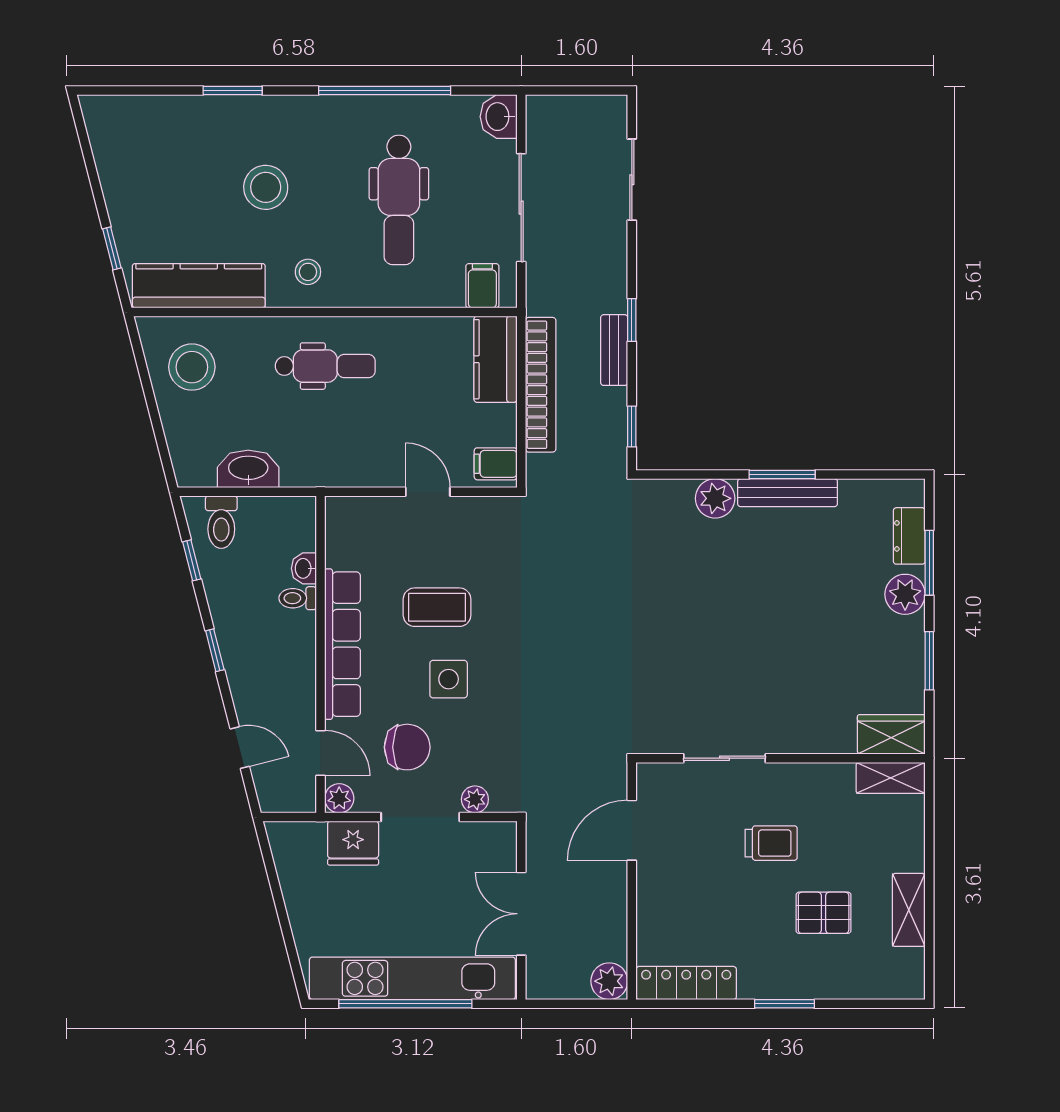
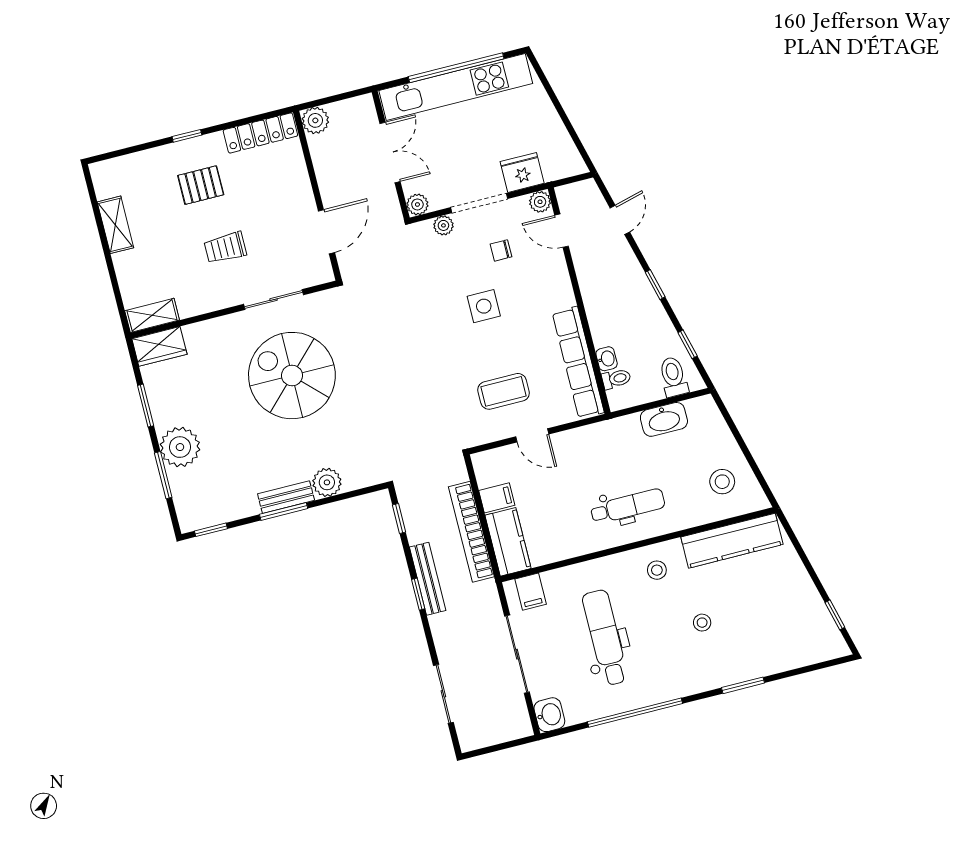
stool: (266, 187) -> (702, 623), width x0.53, depth x0.53
window: (112, 248) -> (835, 615), moved
bench: (614, 350) -> (428, 579), width x1.36
dental chair: (325, 366) -> (628, 506), turned 180
stool: (192, 367) -> (722, 482), width x0.73, depth x0.73
filing cabinet: (496, 464) -> (497, 498), moved
window: (885, 475) -> (211, 530), added
bench: (788, 493) -> (286, 497), width x0.73
dresser: (909, 536) -> (182, 491), removed
plant: (905, 594) -> (180, 447), width x1.36, depth x1.36
toilet: (298, 598) -> (616, 379), moved
coffee table: (437, 607) -> (504, 391), moved
row of seats: (343, 644) -> (578, 362), moved
spiral stairs: (726, 652) -> (292, 376), added
chair: (407, 747) -> (501, 250), width x0.54, depth x0.54
door: (240, 748) -> (620, 220), swing flipped
plant: (502, 836) -> (417, 204), added
pallet: (824, 913) -> (201, 185), moved
window: (784, 1004) -> (187, 136), width x0.67

